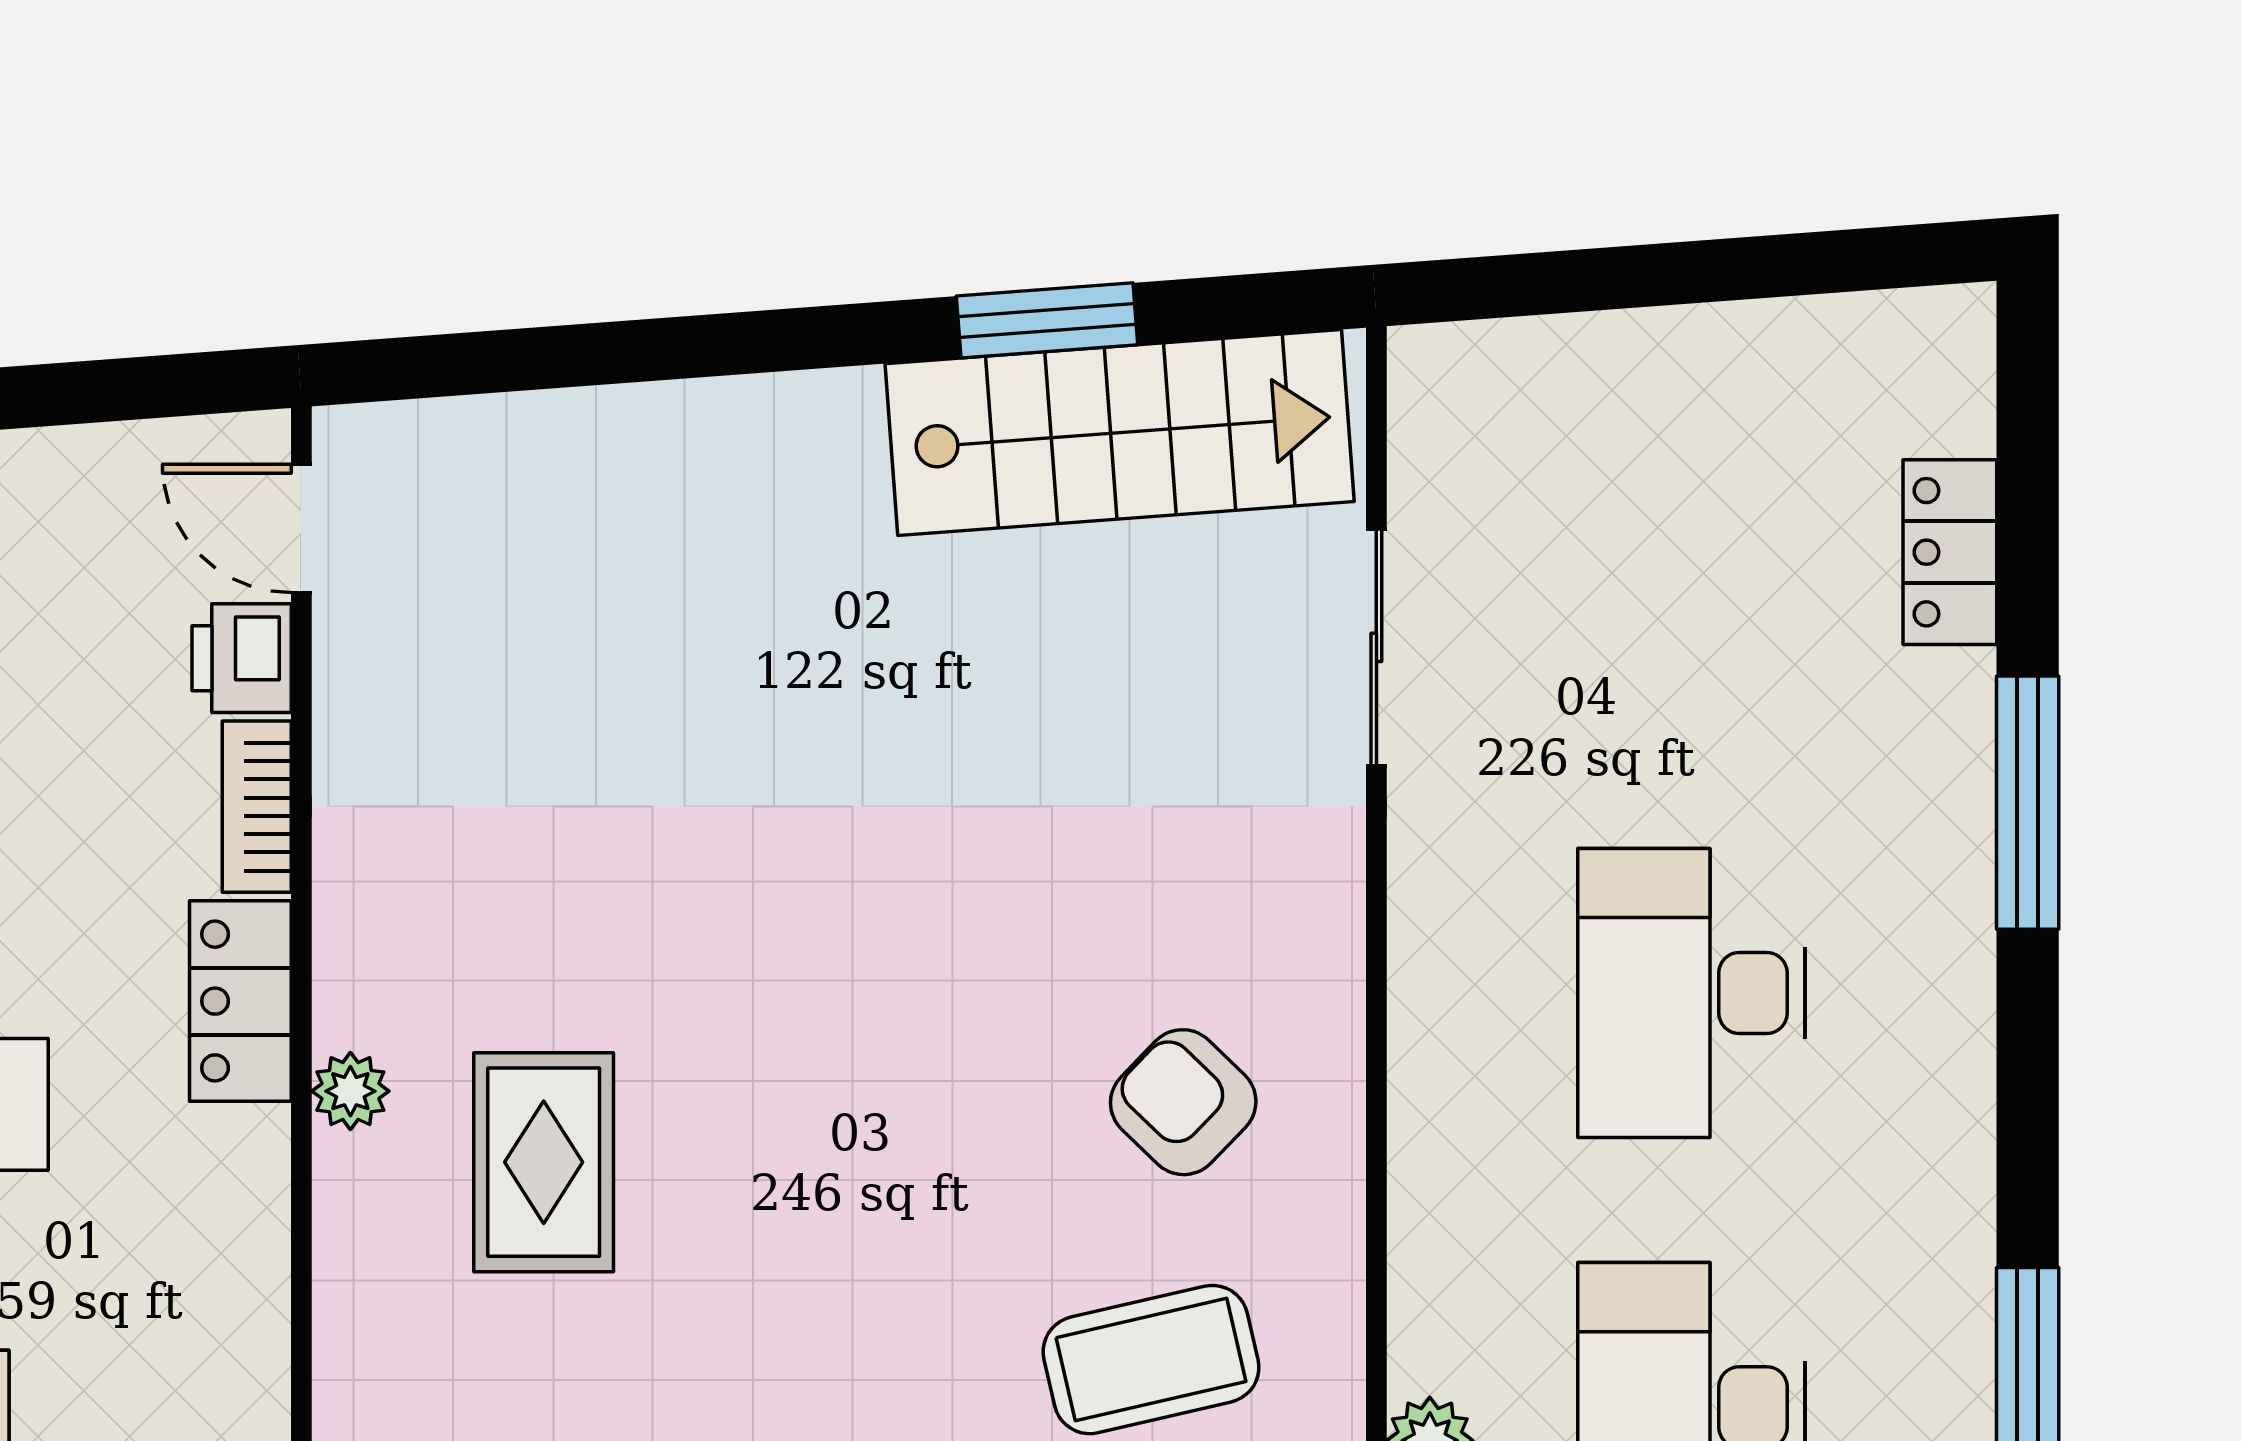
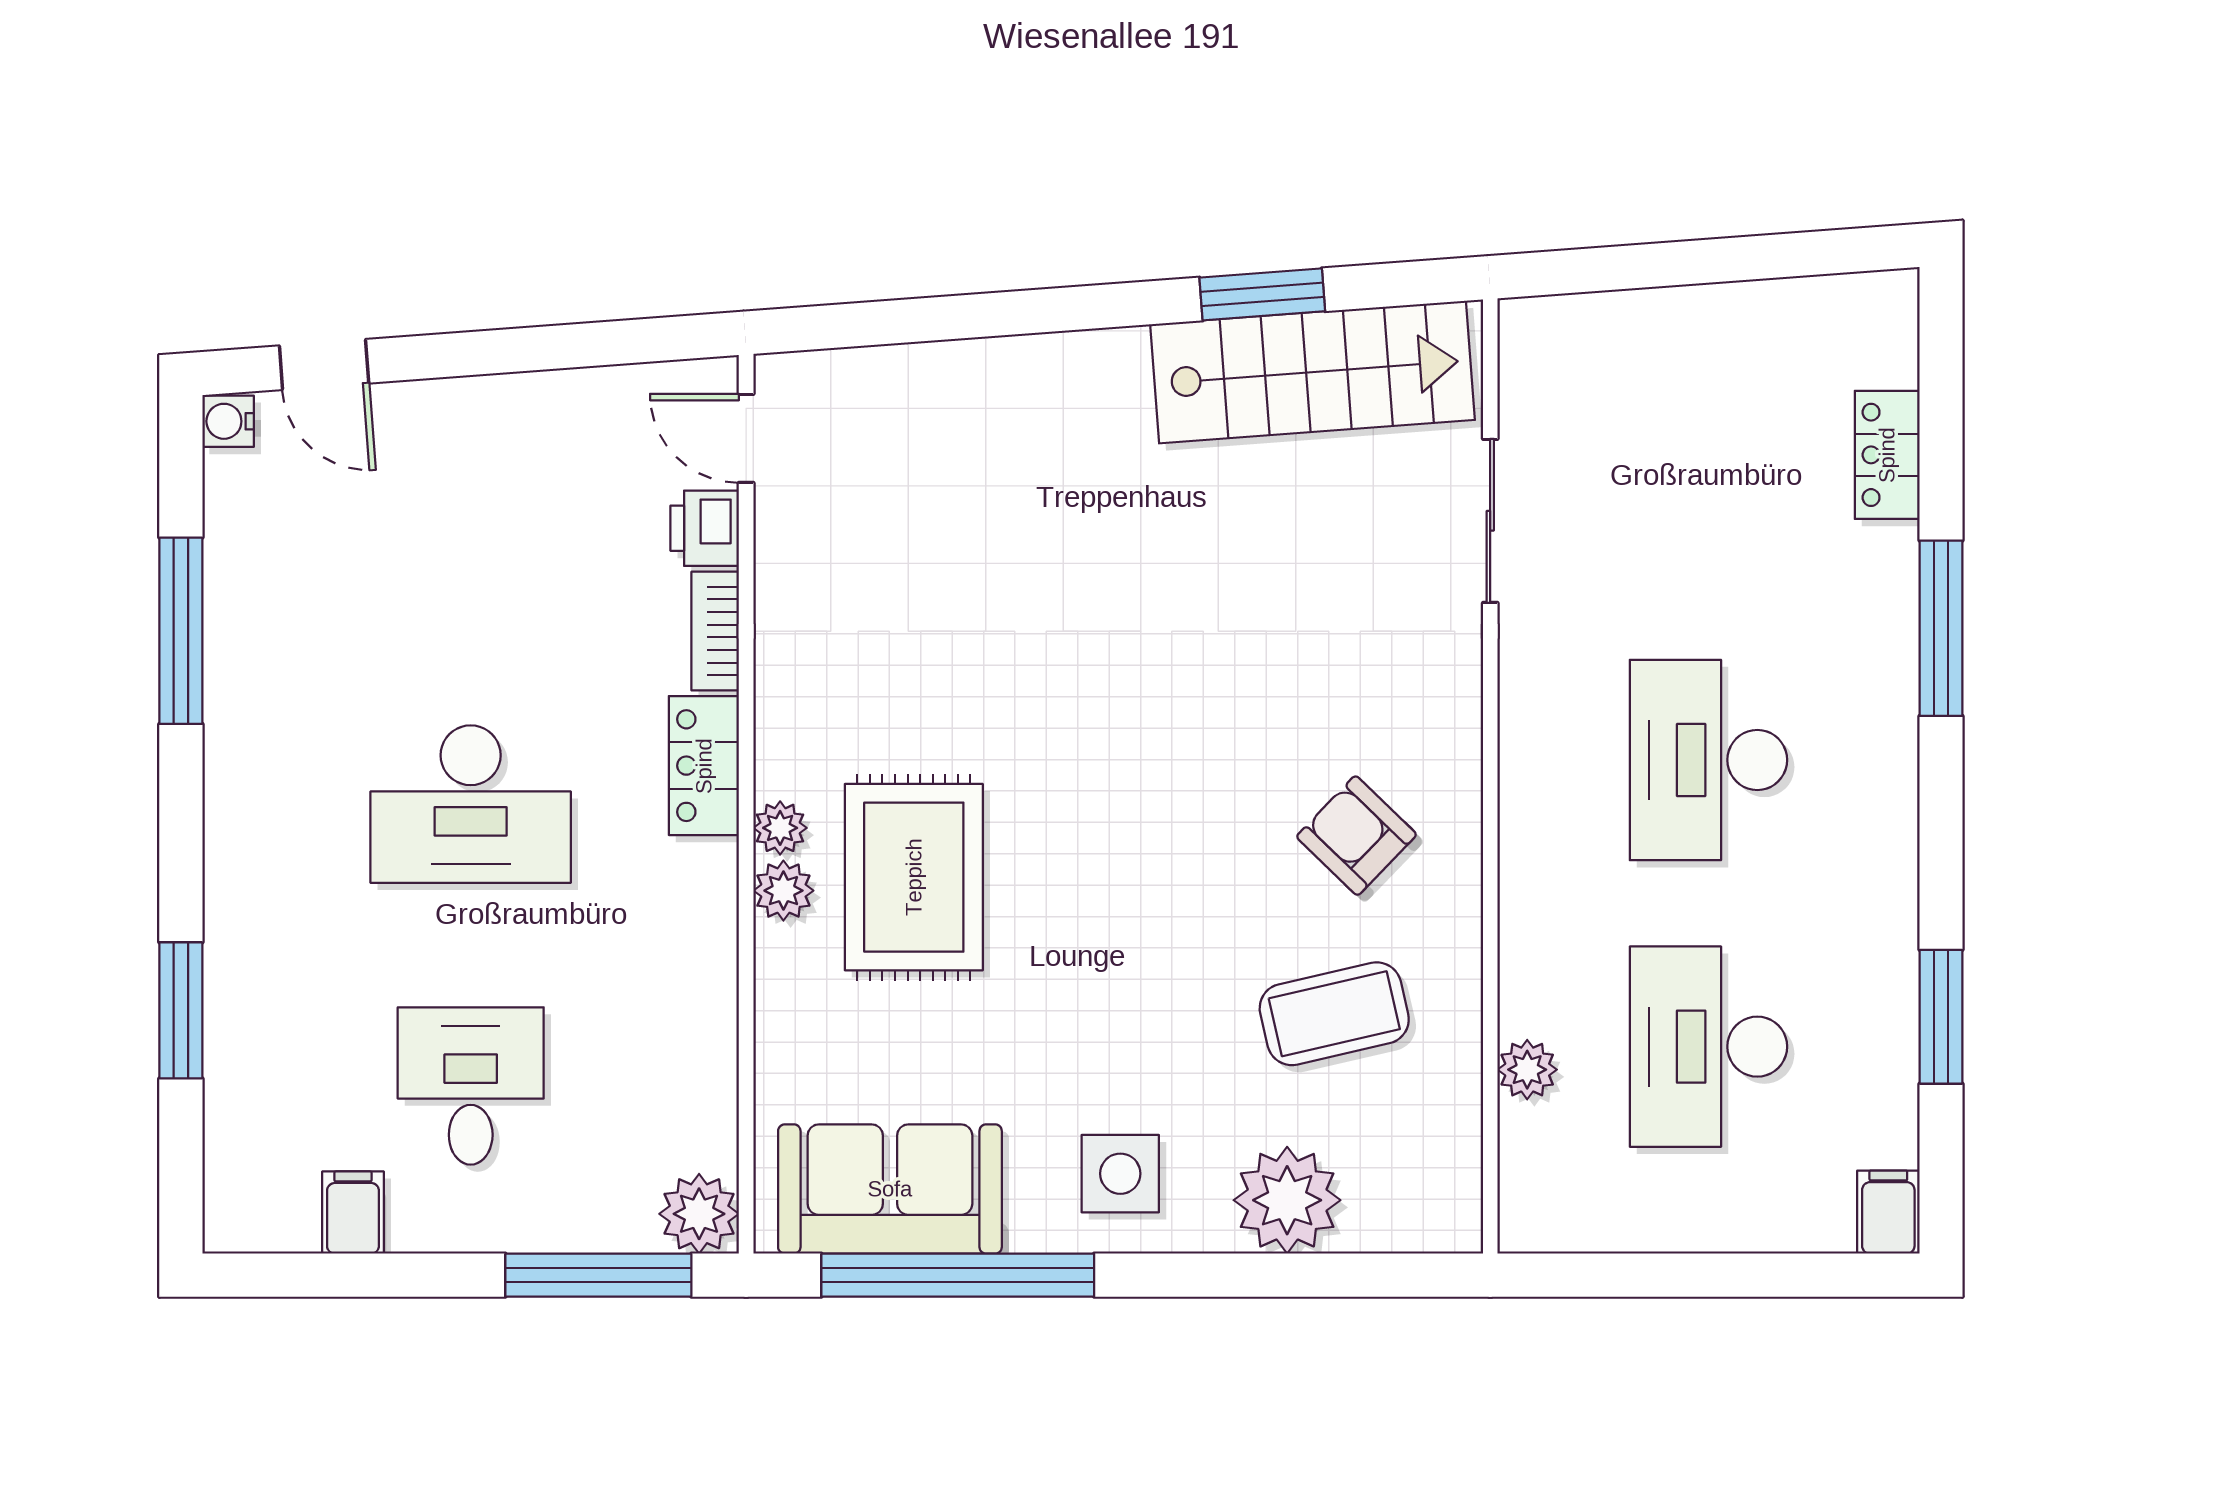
rug: (544, 1162) -> (914, 877), width x1.36, depth x1.43
plant: (355, 1182) -> (783, 891), added

